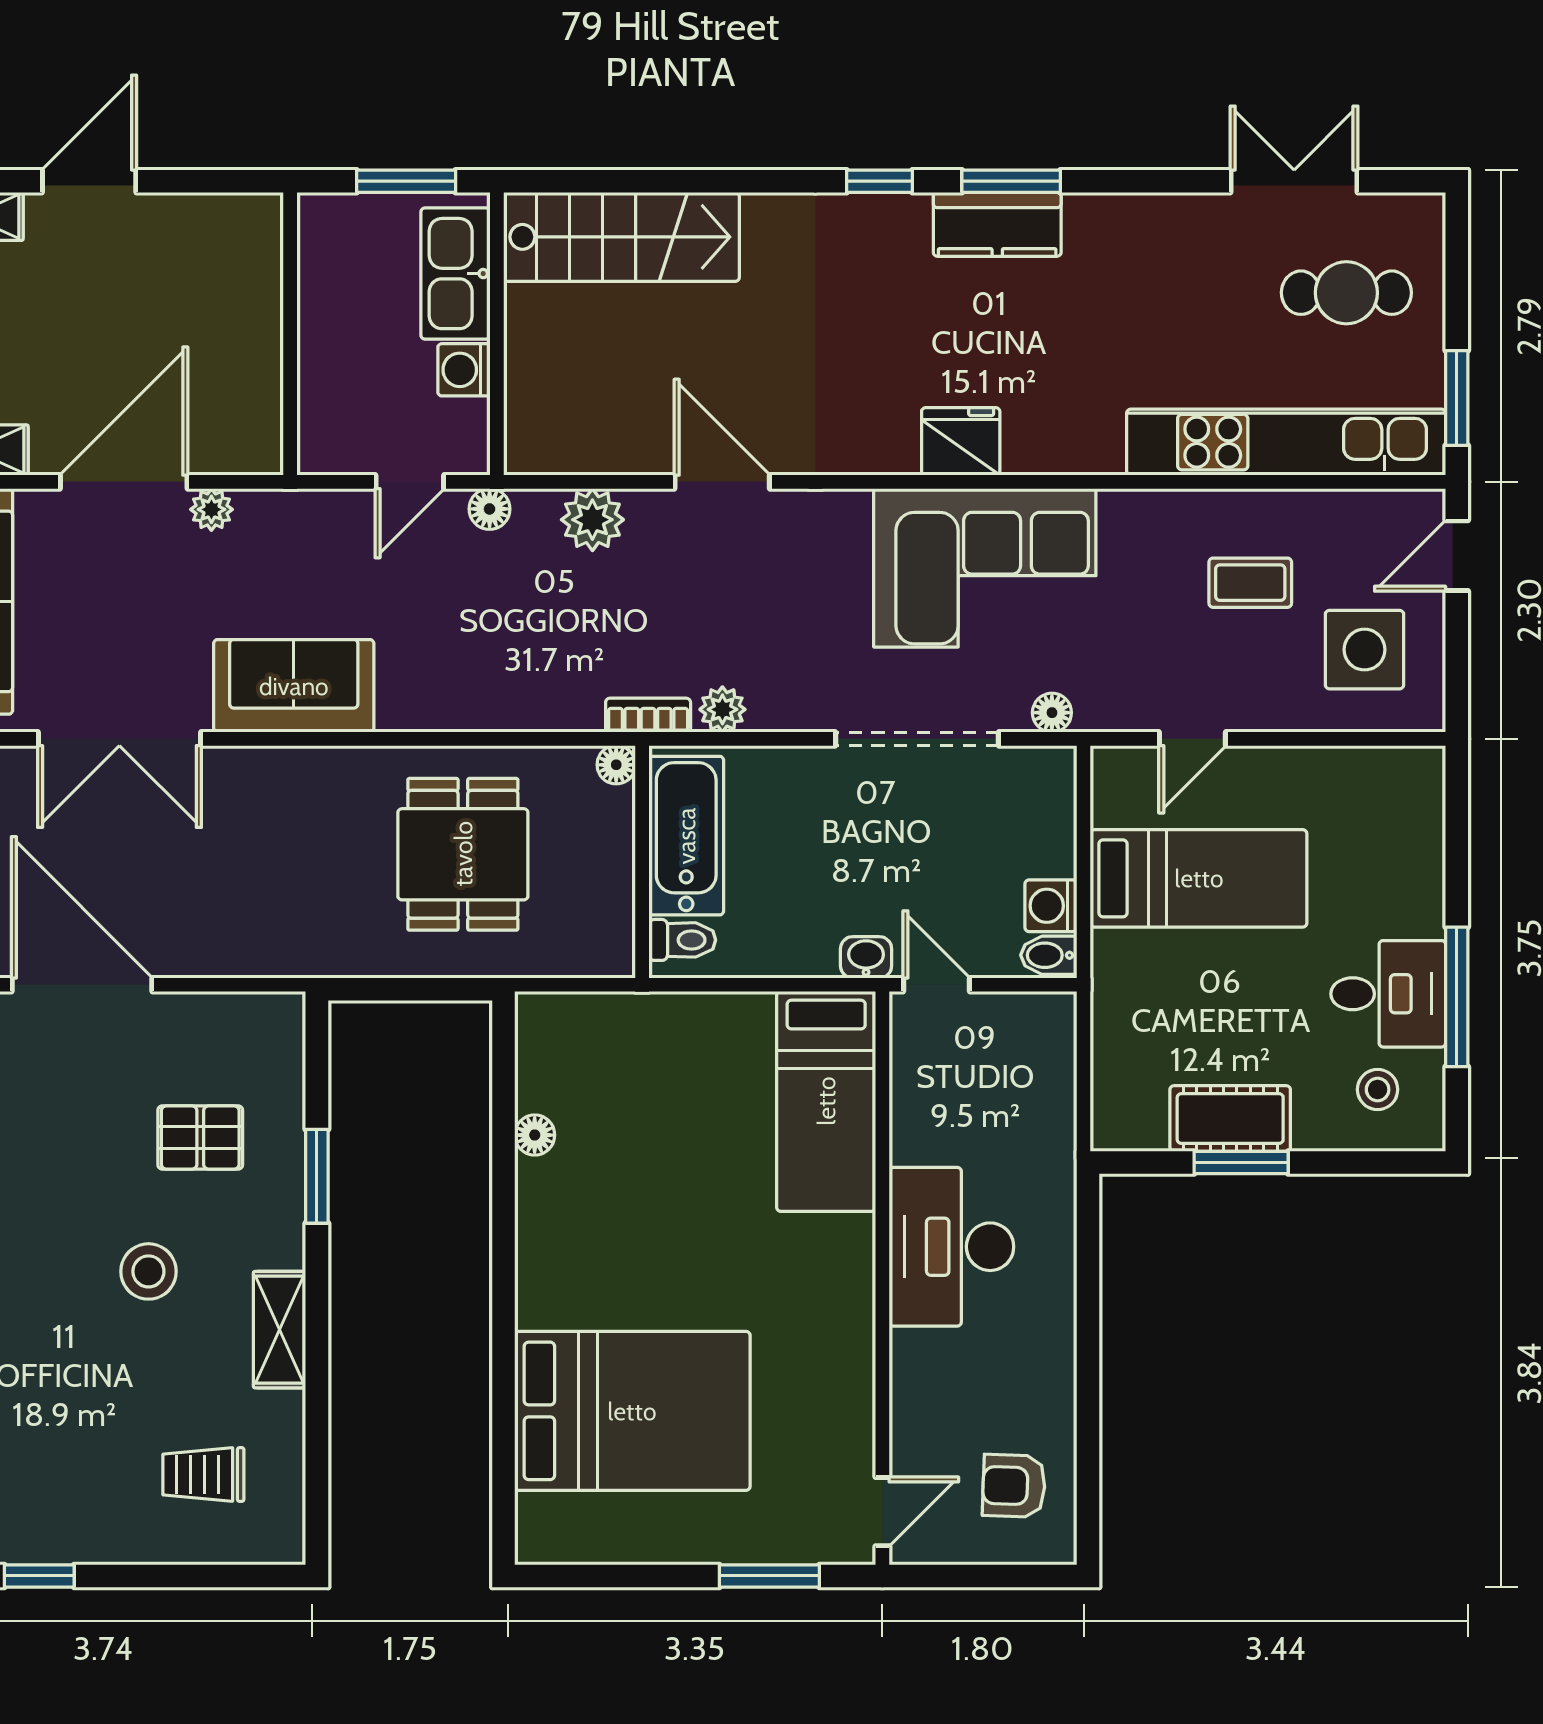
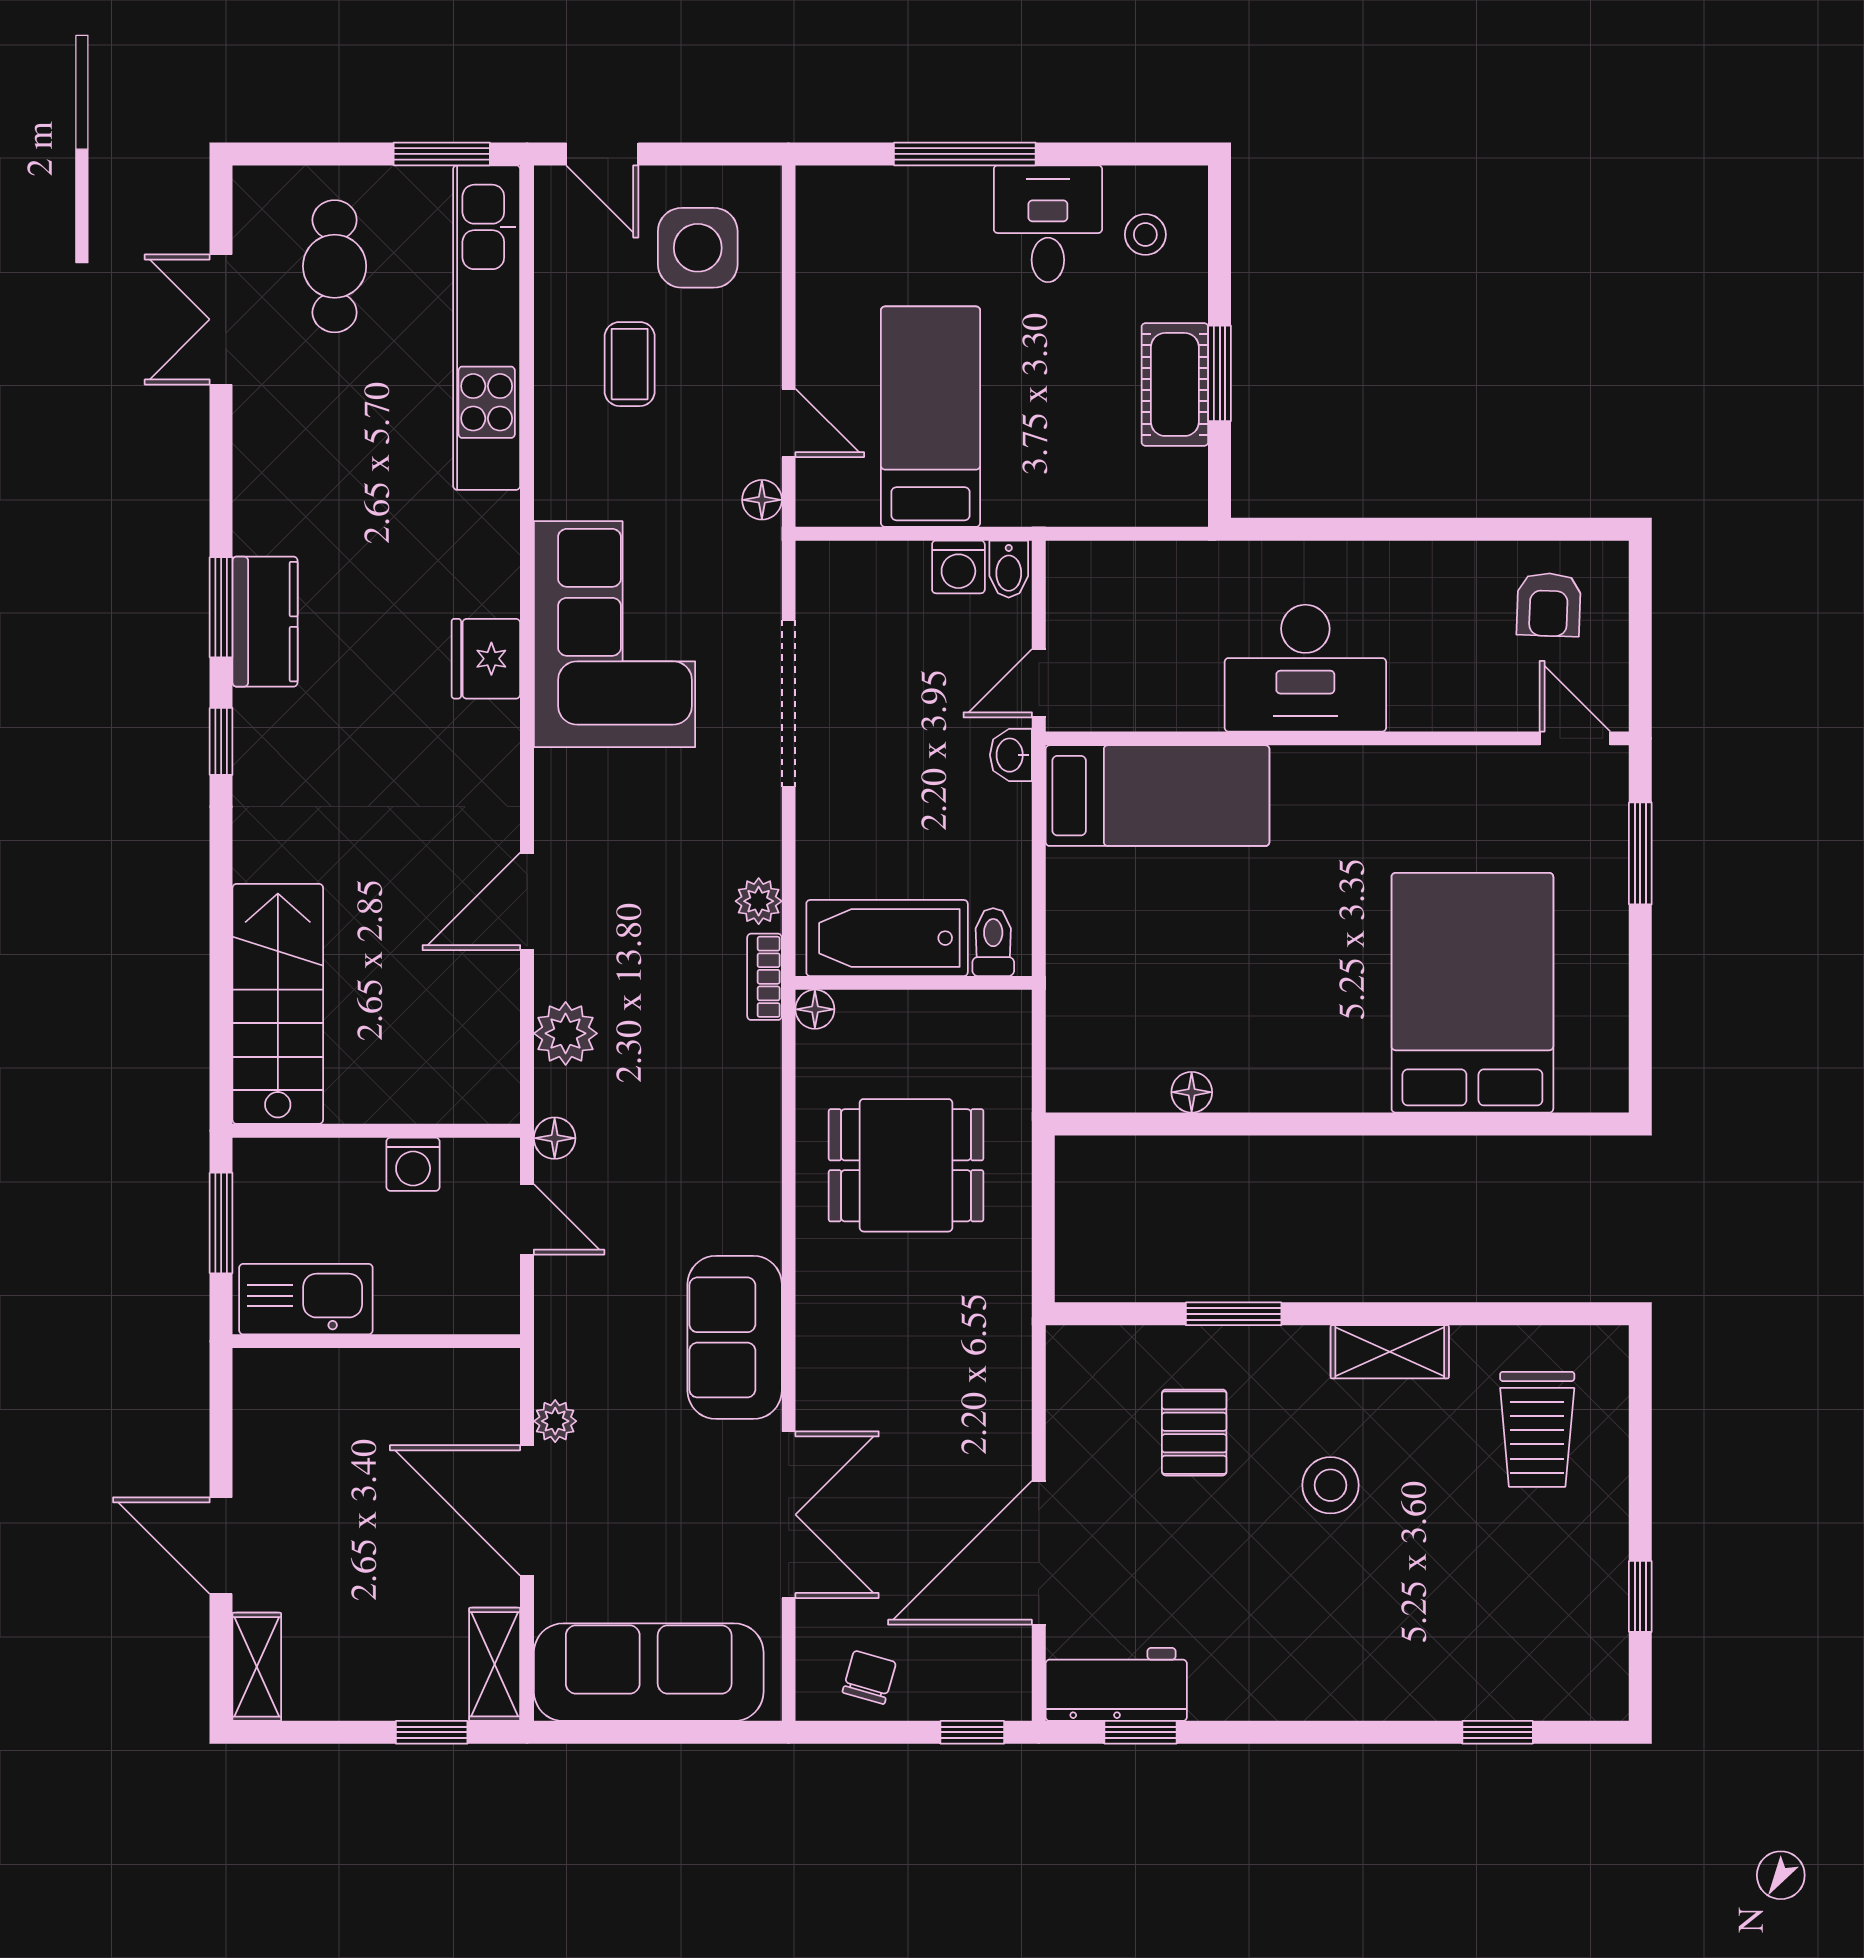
kitchen sink: (455, 274) -> (306, 1299), moved, turned 180
floor lamp: (1052, 713) -> (762, 500), moved
window: (1457, 997) -> (965, 154), moved
trolley: (203, 1475) -> (1537, 1429), width x1.36, depth x1.39

